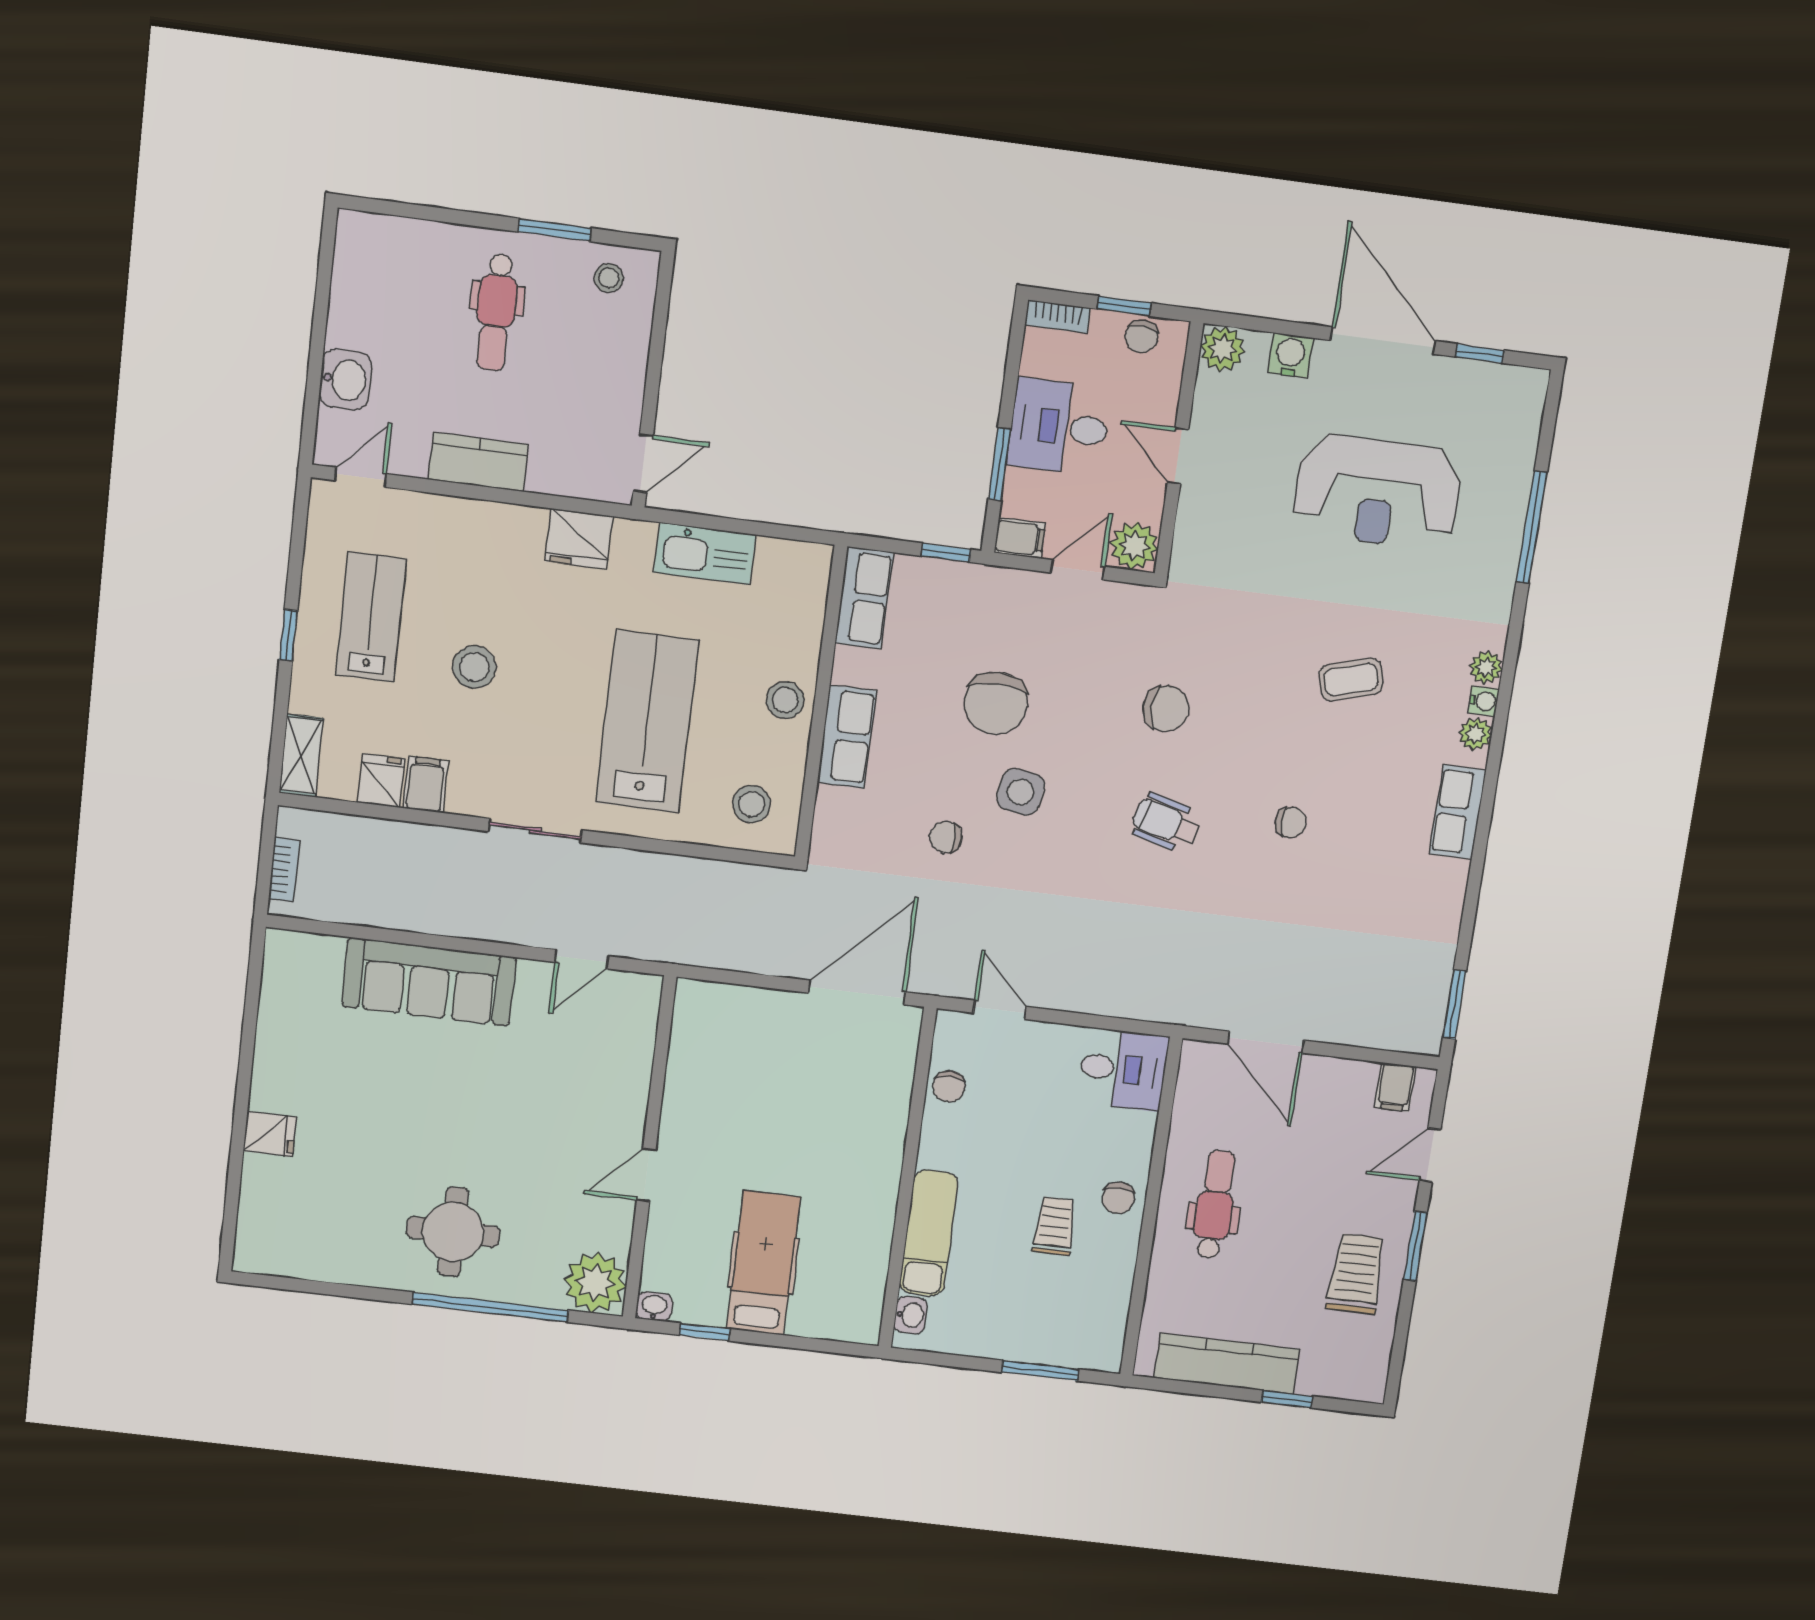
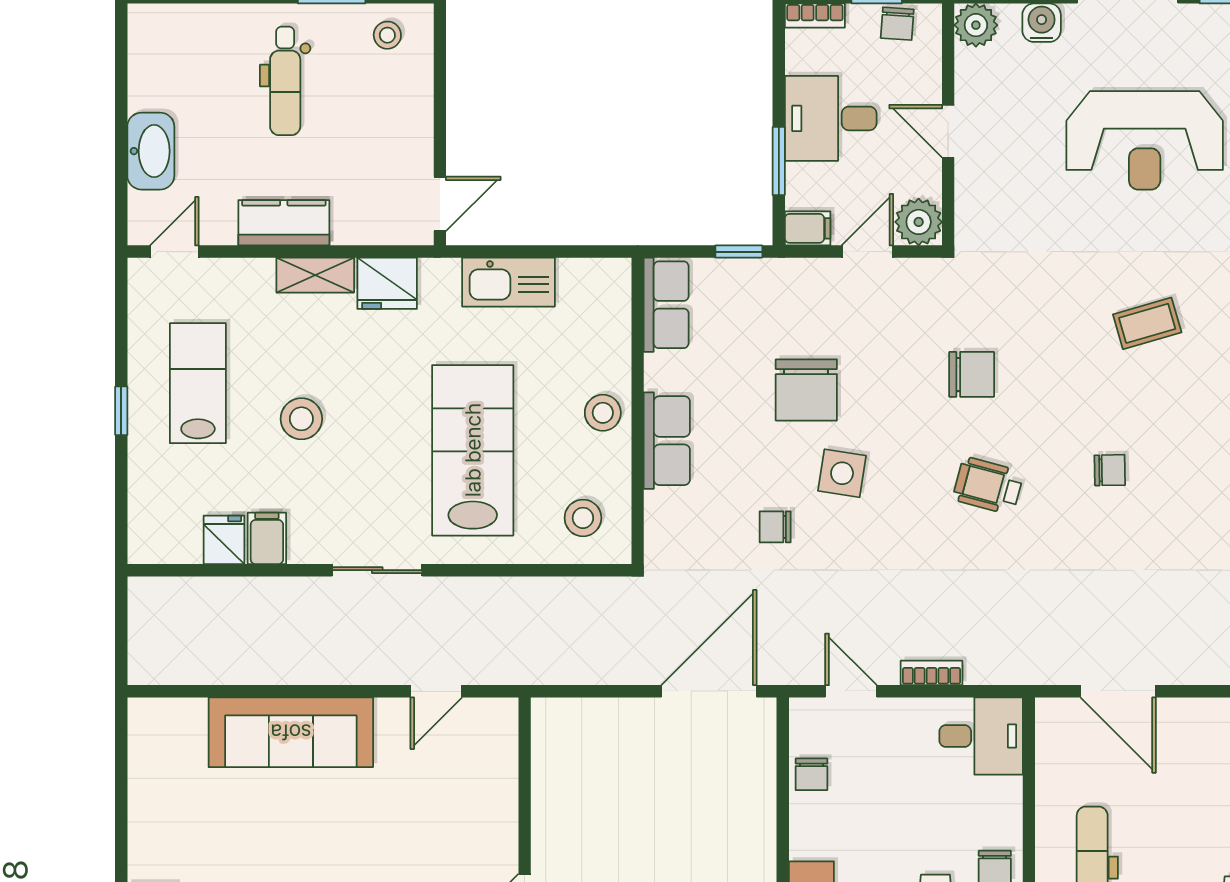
washbasin: (345, 380) -> (151, 151), width x1.38
shelving: (301, 756) -> (315, 275), moved, turned 90
bookcase: (284, 870) -> (931, 673), moved, turned -90

